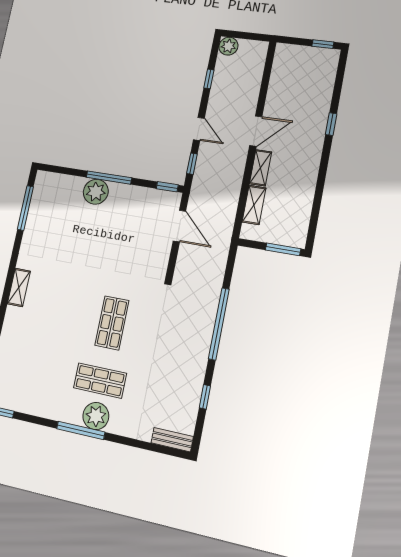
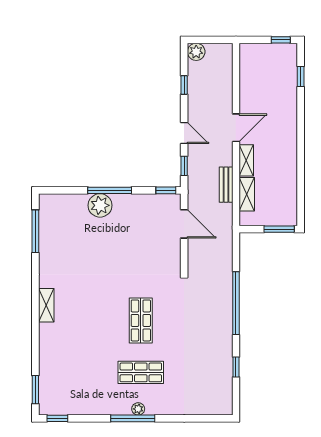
window: (331, 124) -> (301, 77), moved
plant: (96, 416) -> (138, 409), width x0.53, depth x0.53
bench: (172, 440) -> (226, 185), moved, turned 90

